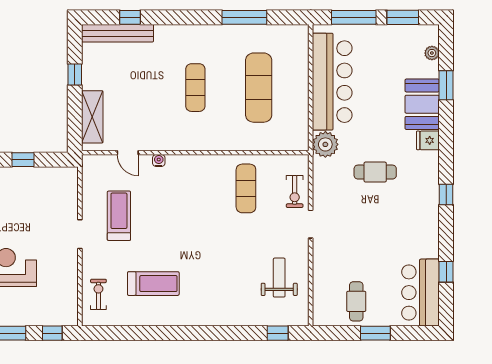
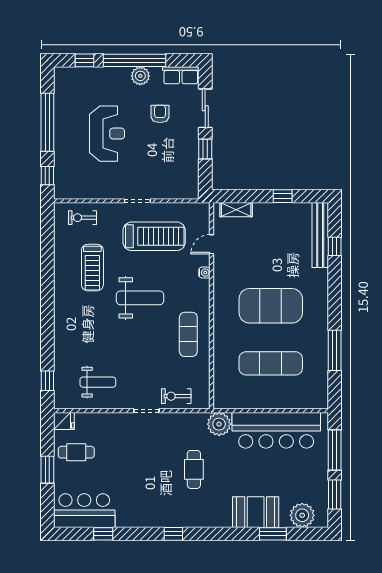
plant: (432, 53) -> (302, 515), width x1.88, depth x1.88
exercise mat: (195, 88) -> (271, 306), width x2.00, depth x1.45
shelving: (92, 117) -> (236, 210), width x0.67, depth x0.75
fridge: (428, 140) -> (64, 421), moved, turned 90
exercise mat: (246, 188) -> (188, 334), moved, turned 90
treadmill: (119, 216) -> (154, 236), width x1.37, depth x1.38
weight bench: (187, 231) -> (140, 298), added
exercise bike: (98, 294) -> (83, 218), turned 180

